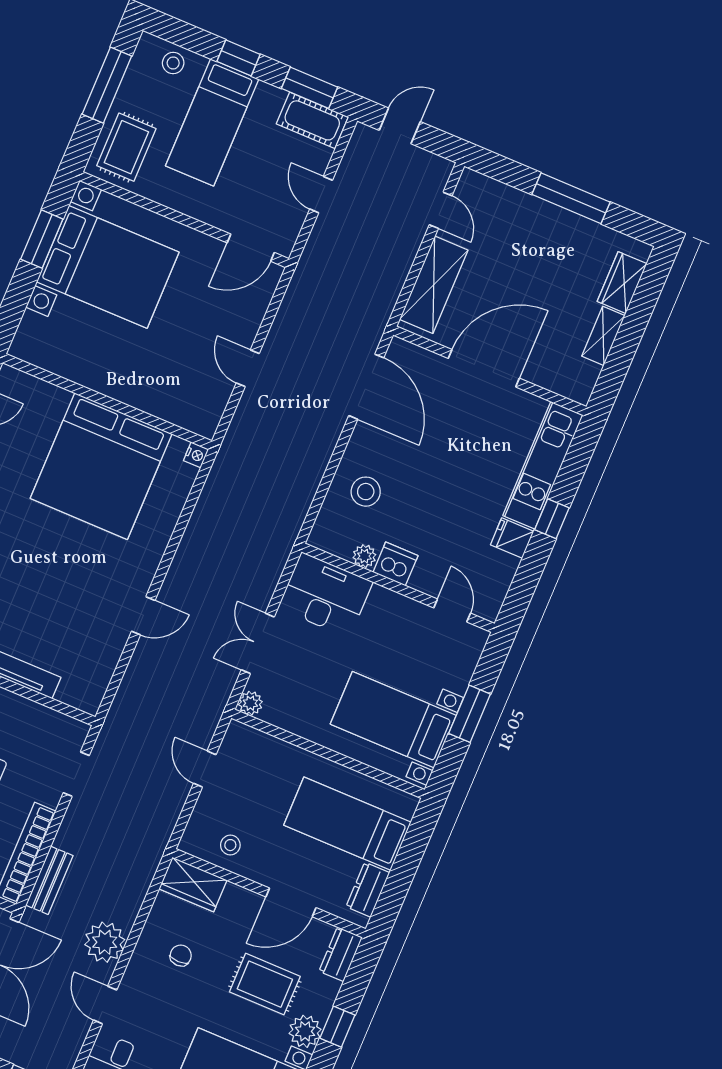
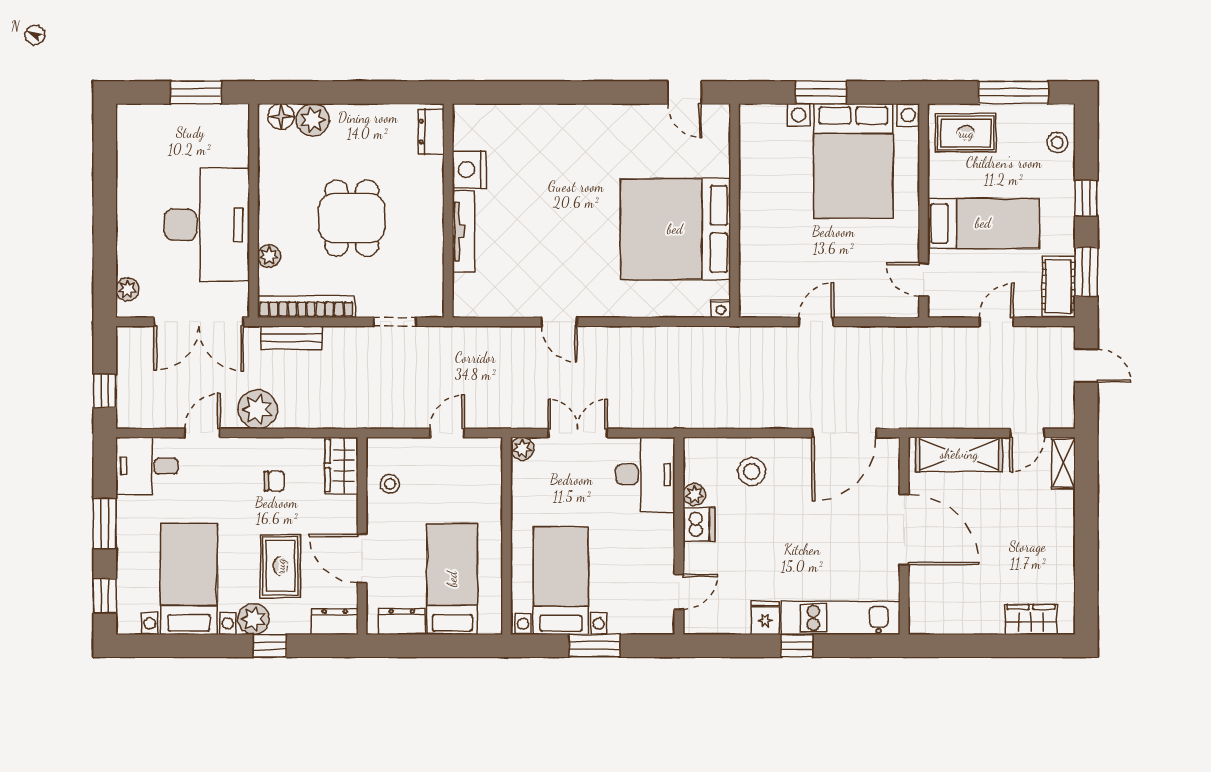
bed: (212, 122) -> (983, 223), moved, turned 180
window: (571, 198) -> (1086, 543), removed
window: (42, 239) -> (821, 92), moved
door: (251, 248) -> (924, 280), width x0.73
shelving: (603, 336) -> (1063, 463), moved, turned 90

